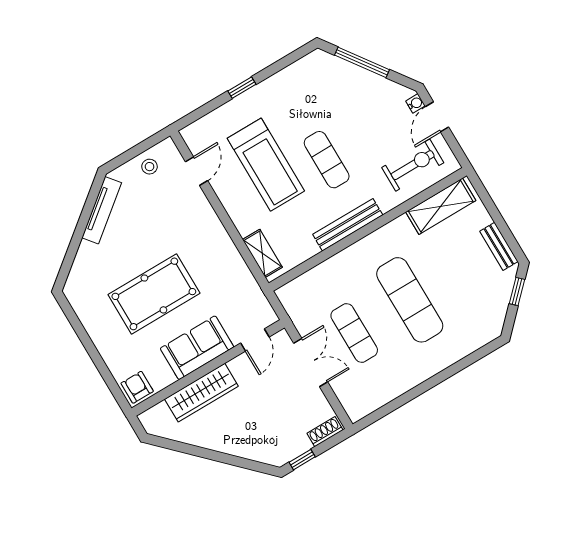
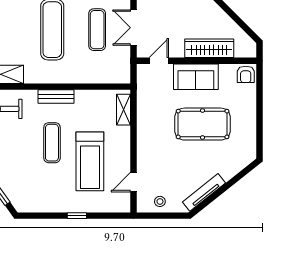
treadmill: (266, 165) -> (90, 161), turned 180
bench: (348, 225) -> (56, 96), width x0.73

